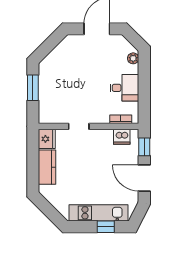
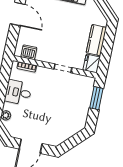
window: (33, 88) -> (96, 98), moved
window: (144, 147) -> (12, 40), removed

